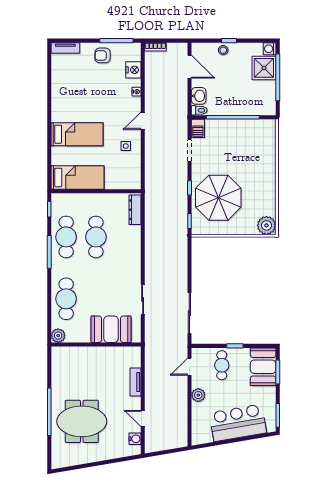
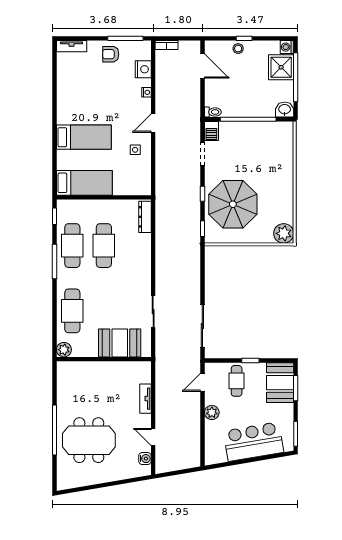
washbasin: (199, 96) -> (285, 110), moved, turned -90

